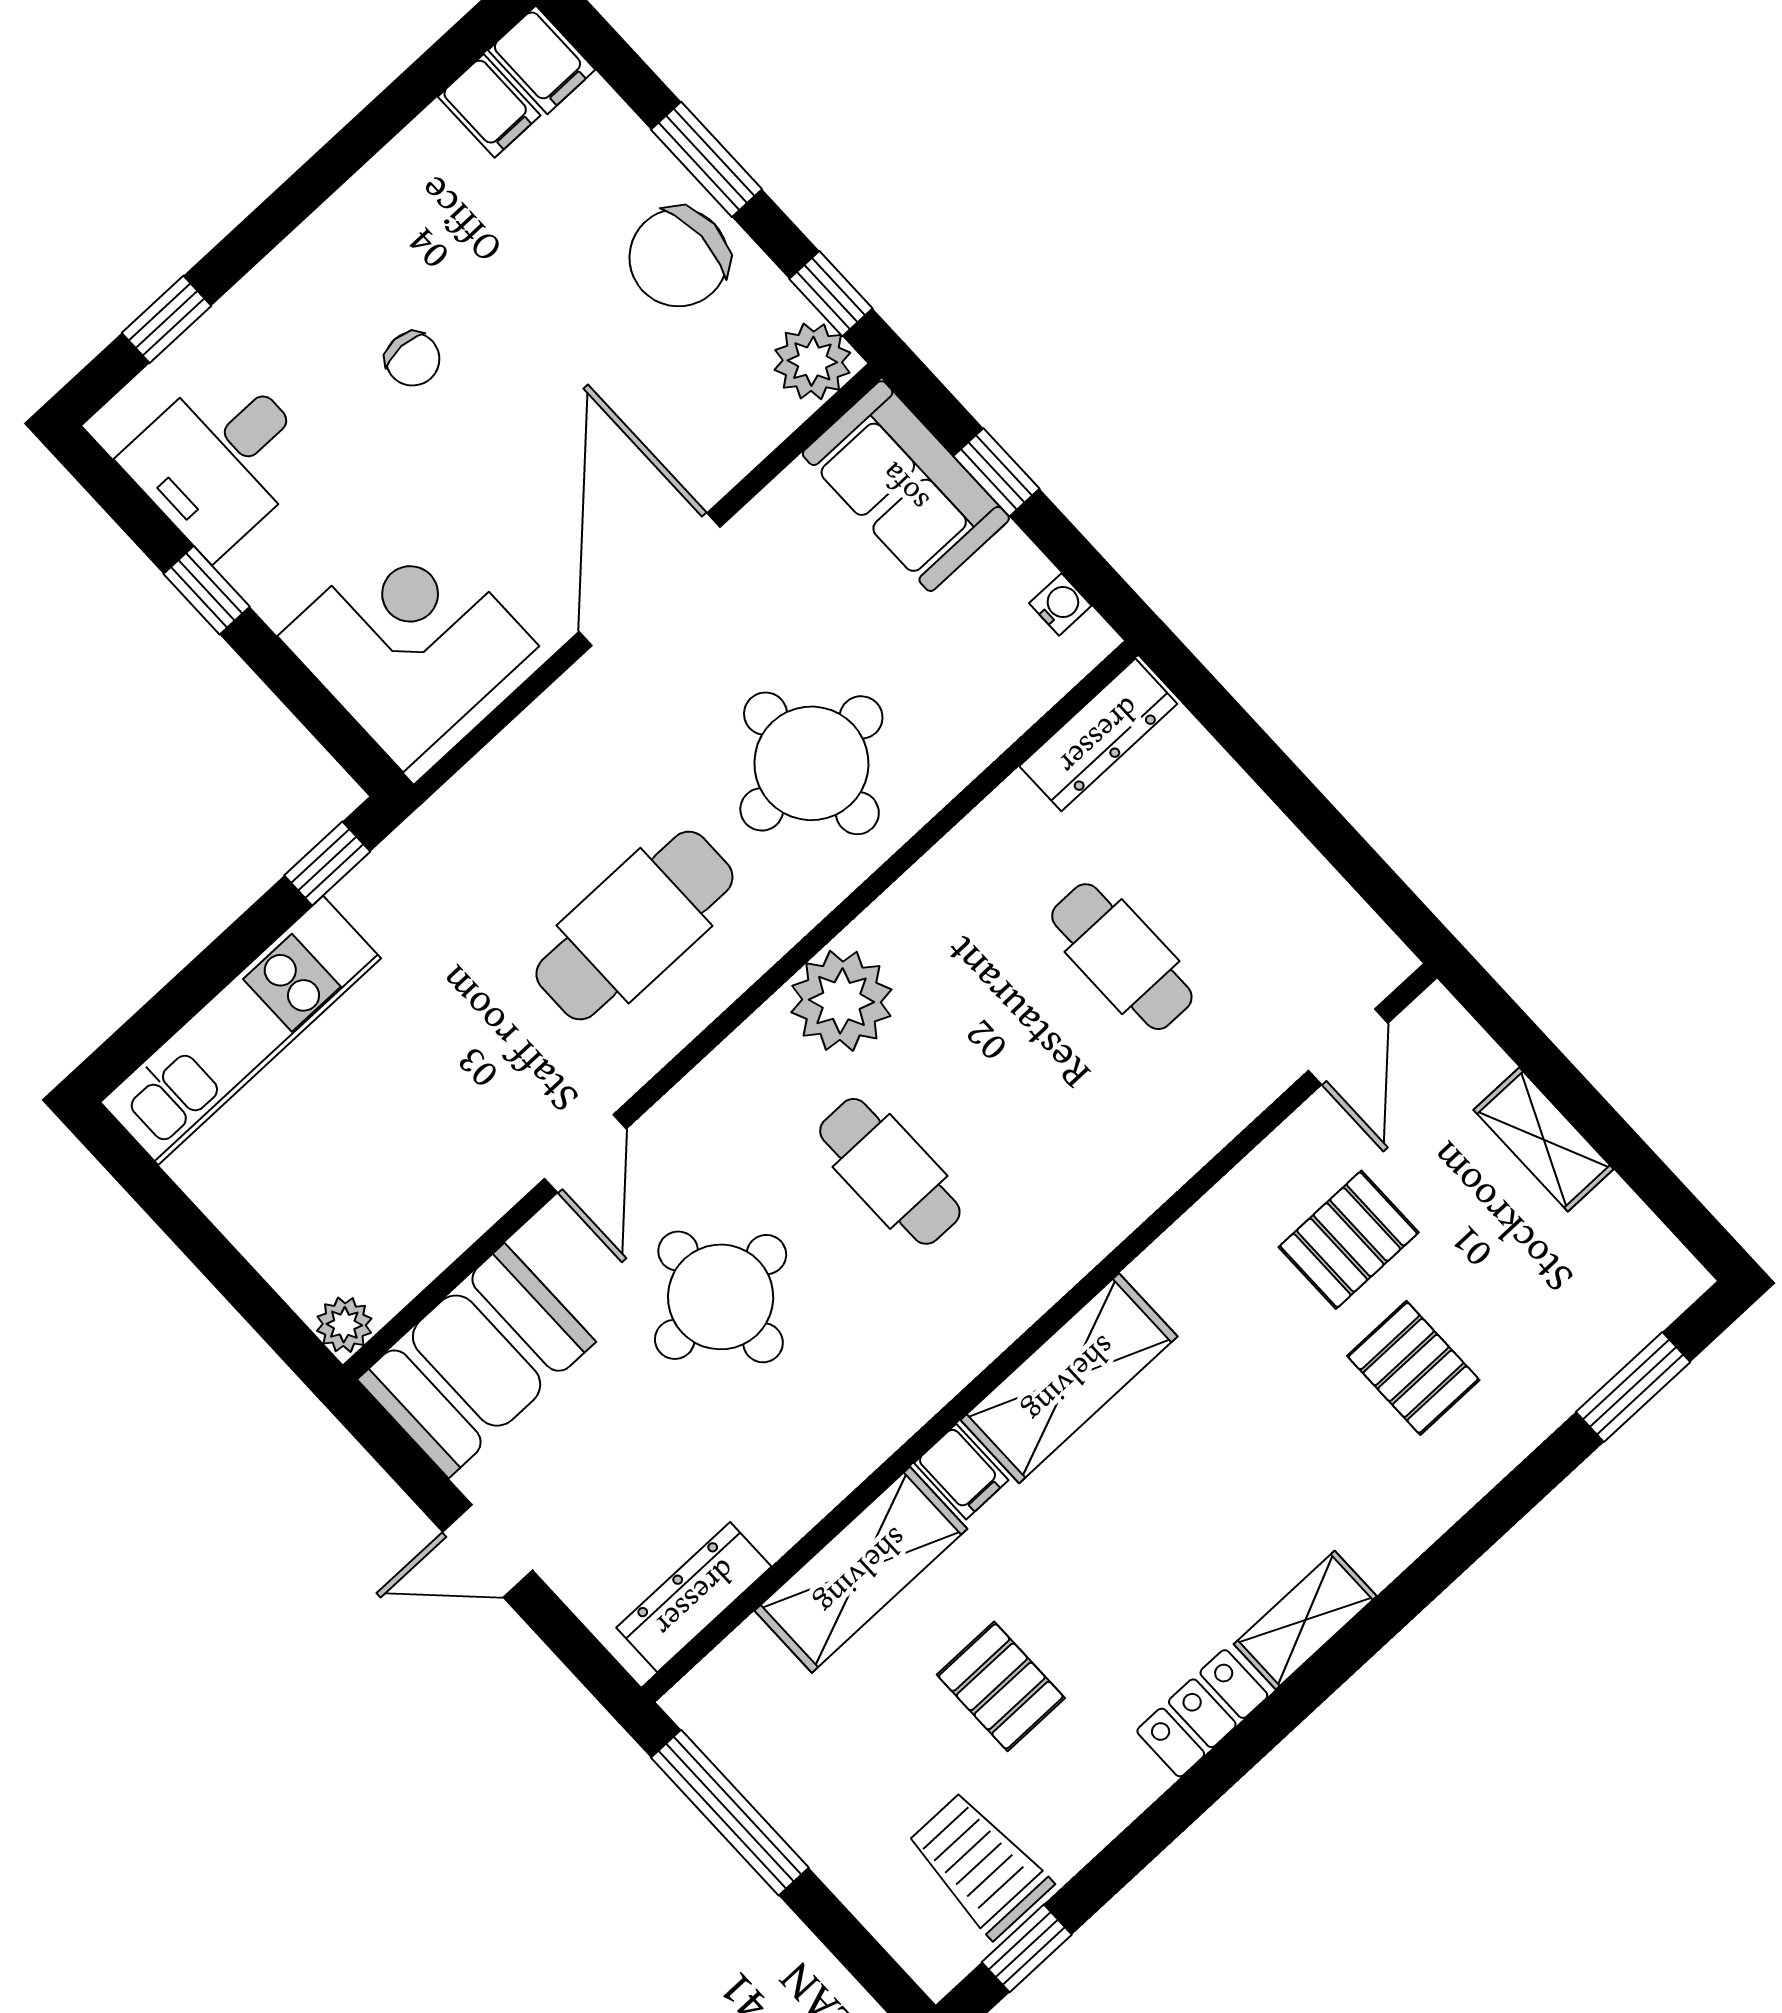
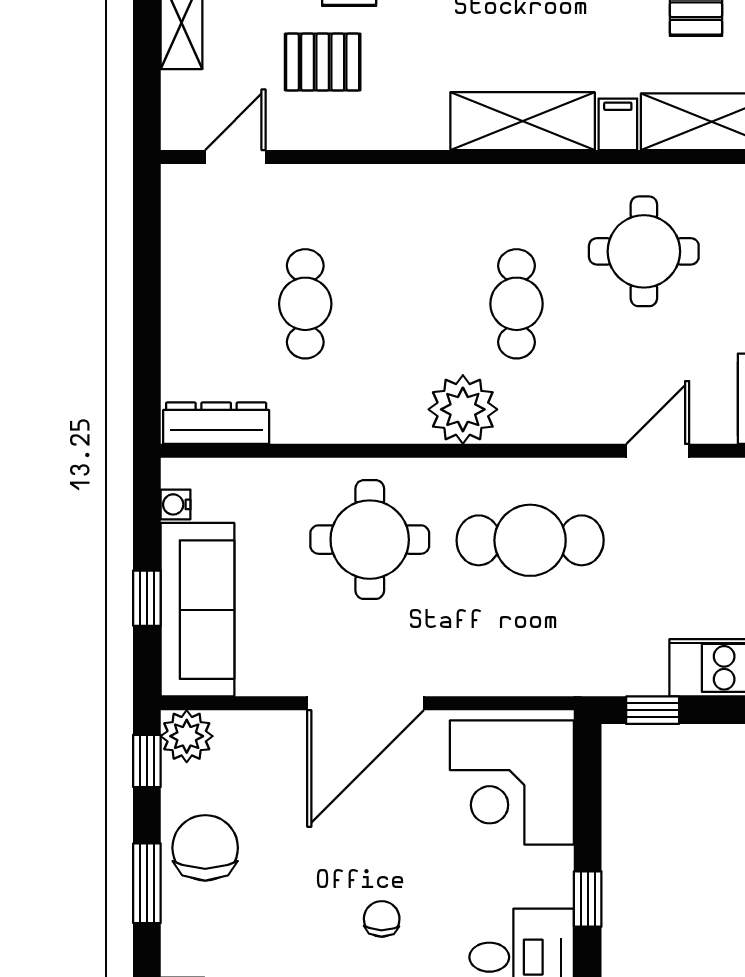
chair: (679, 257) -> (205, 848), turned -90
sofa: (906, 486) -> (198, 610), width x1.36
round table: (721, 1297) -> (644, 251), moved

